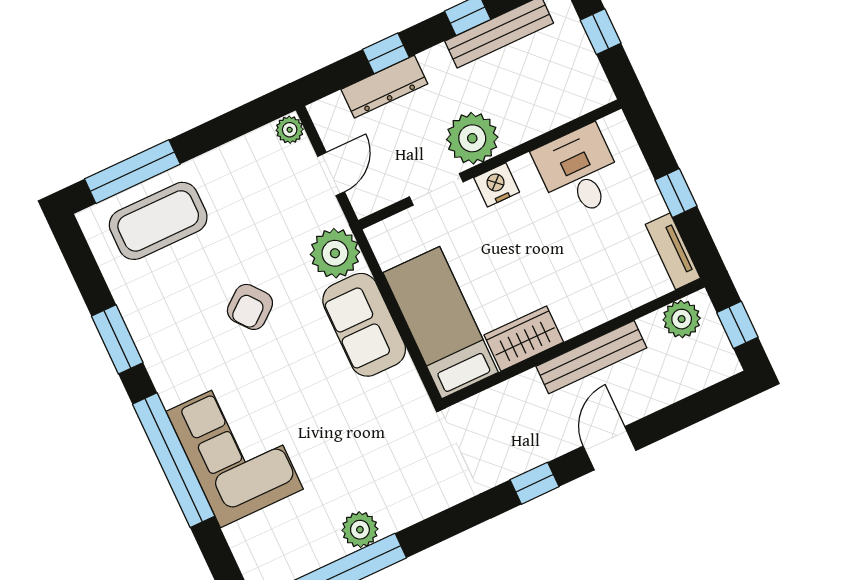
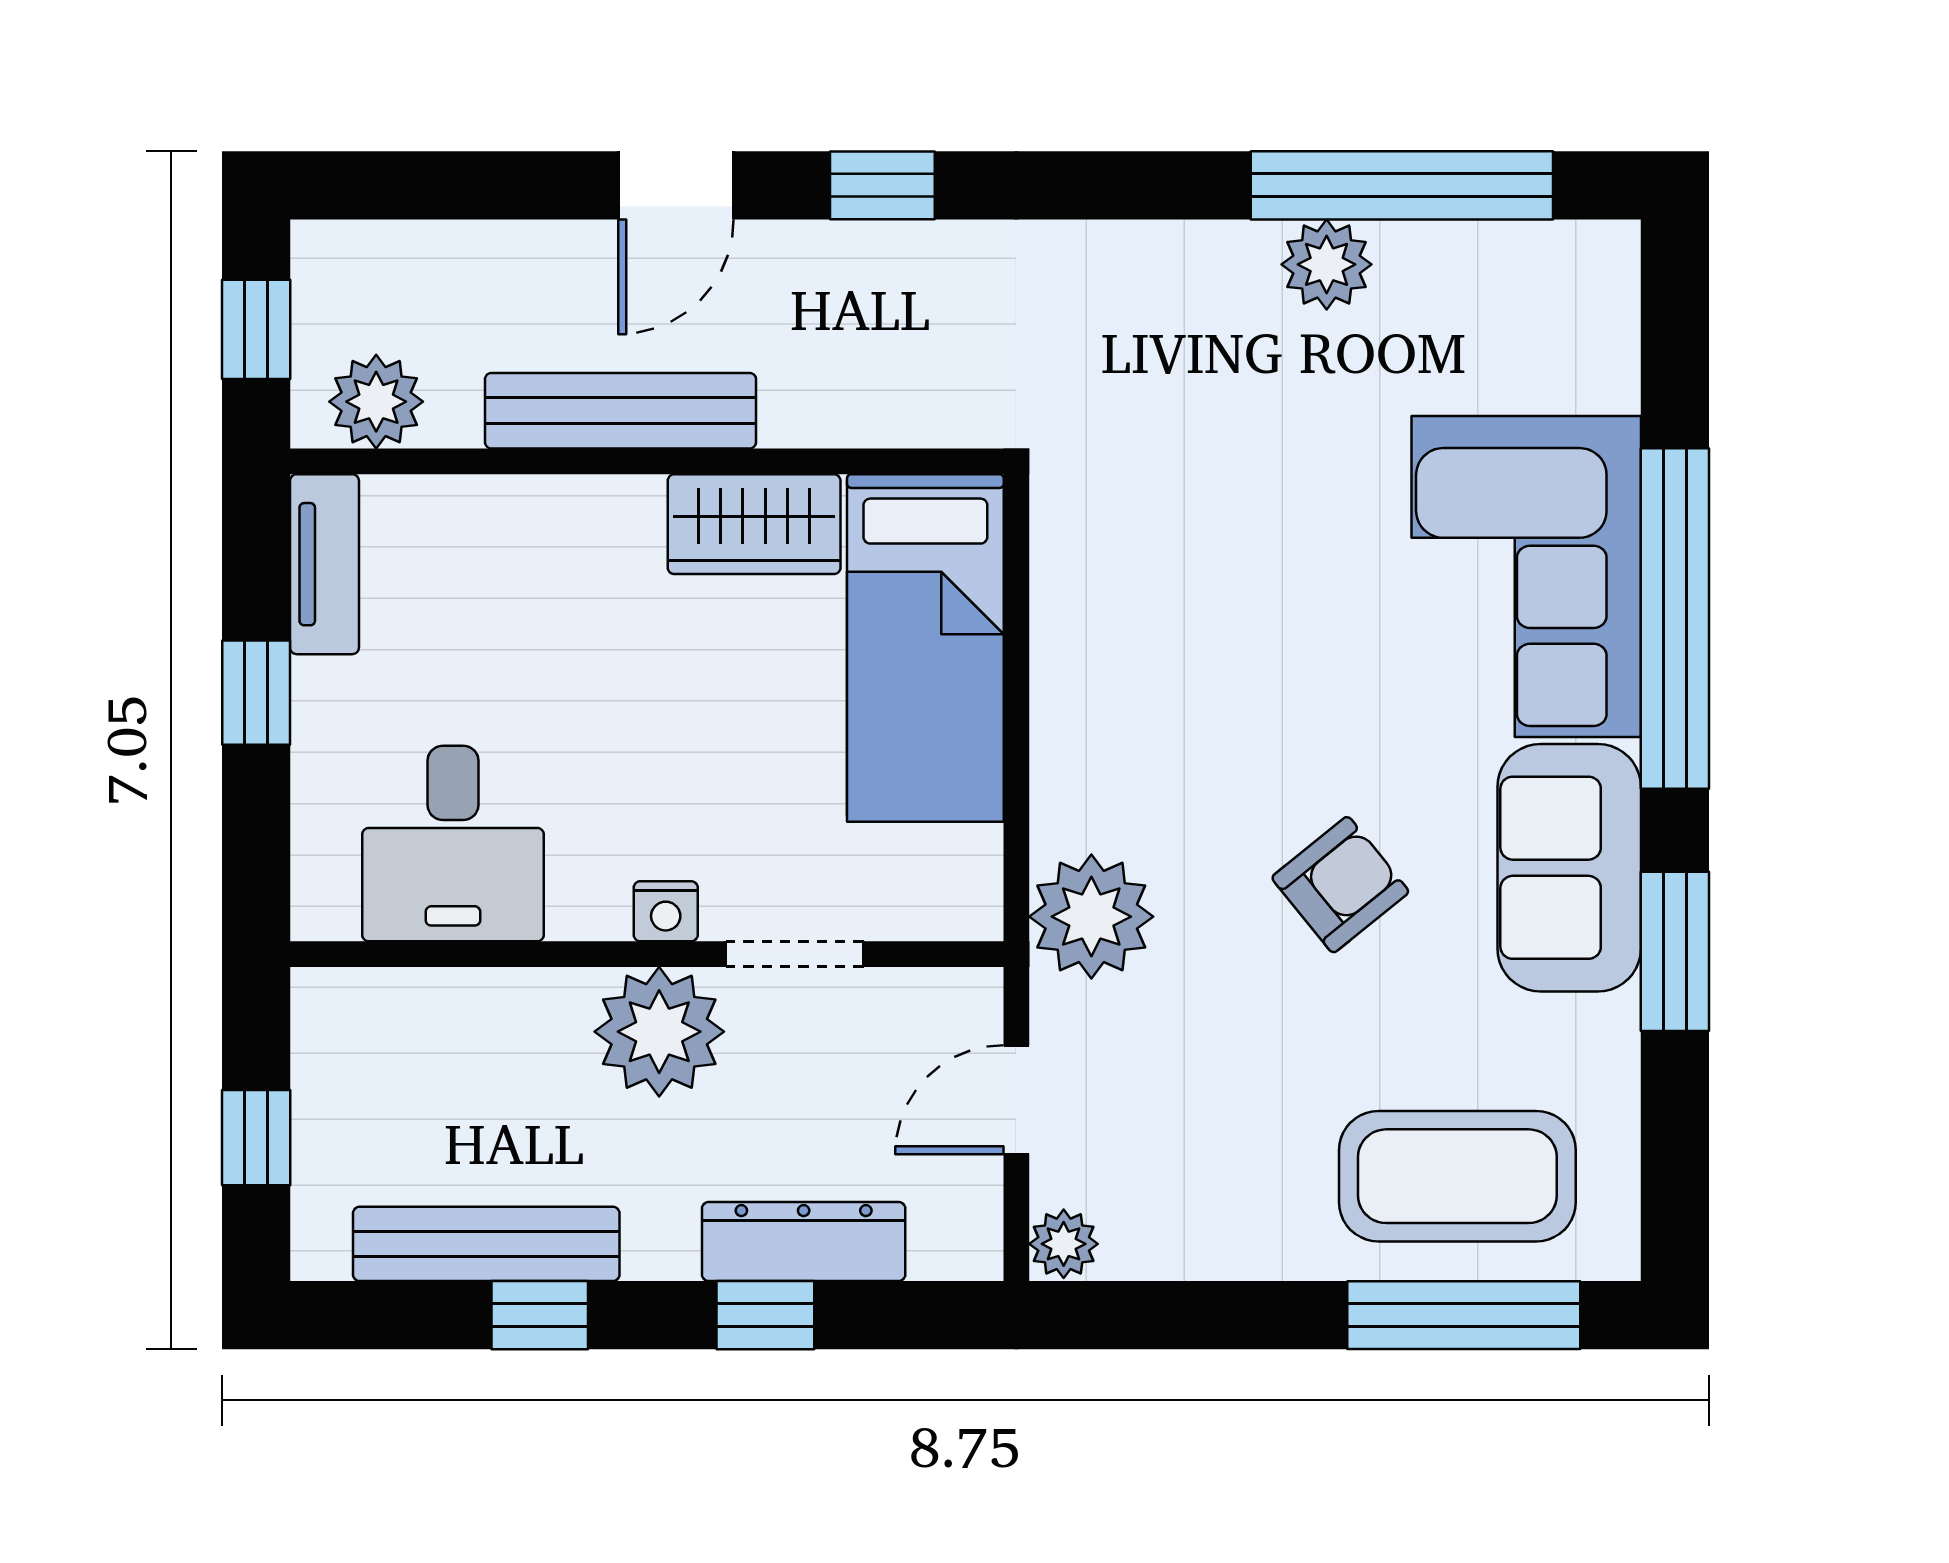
nightstand: (497, 185) -> (666, 911), width x0.72, depth x0.74
sofa: (364, 325) -> (1569, 868), moved, turned 180

